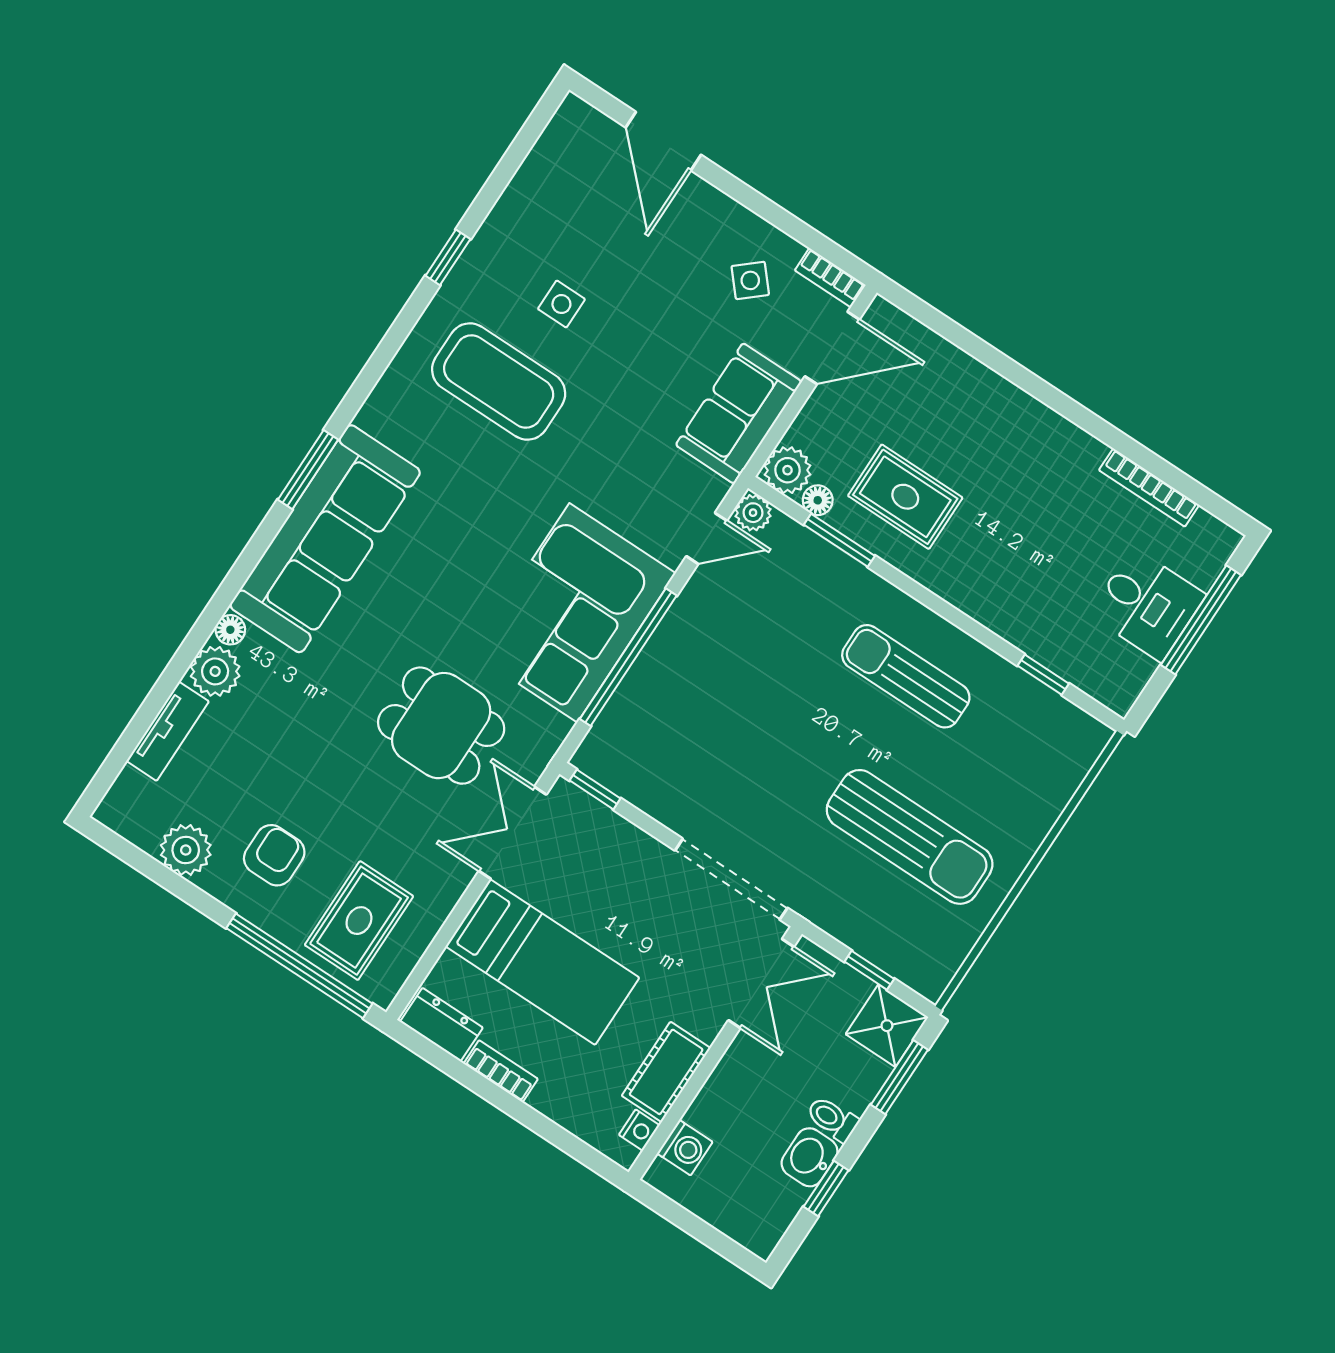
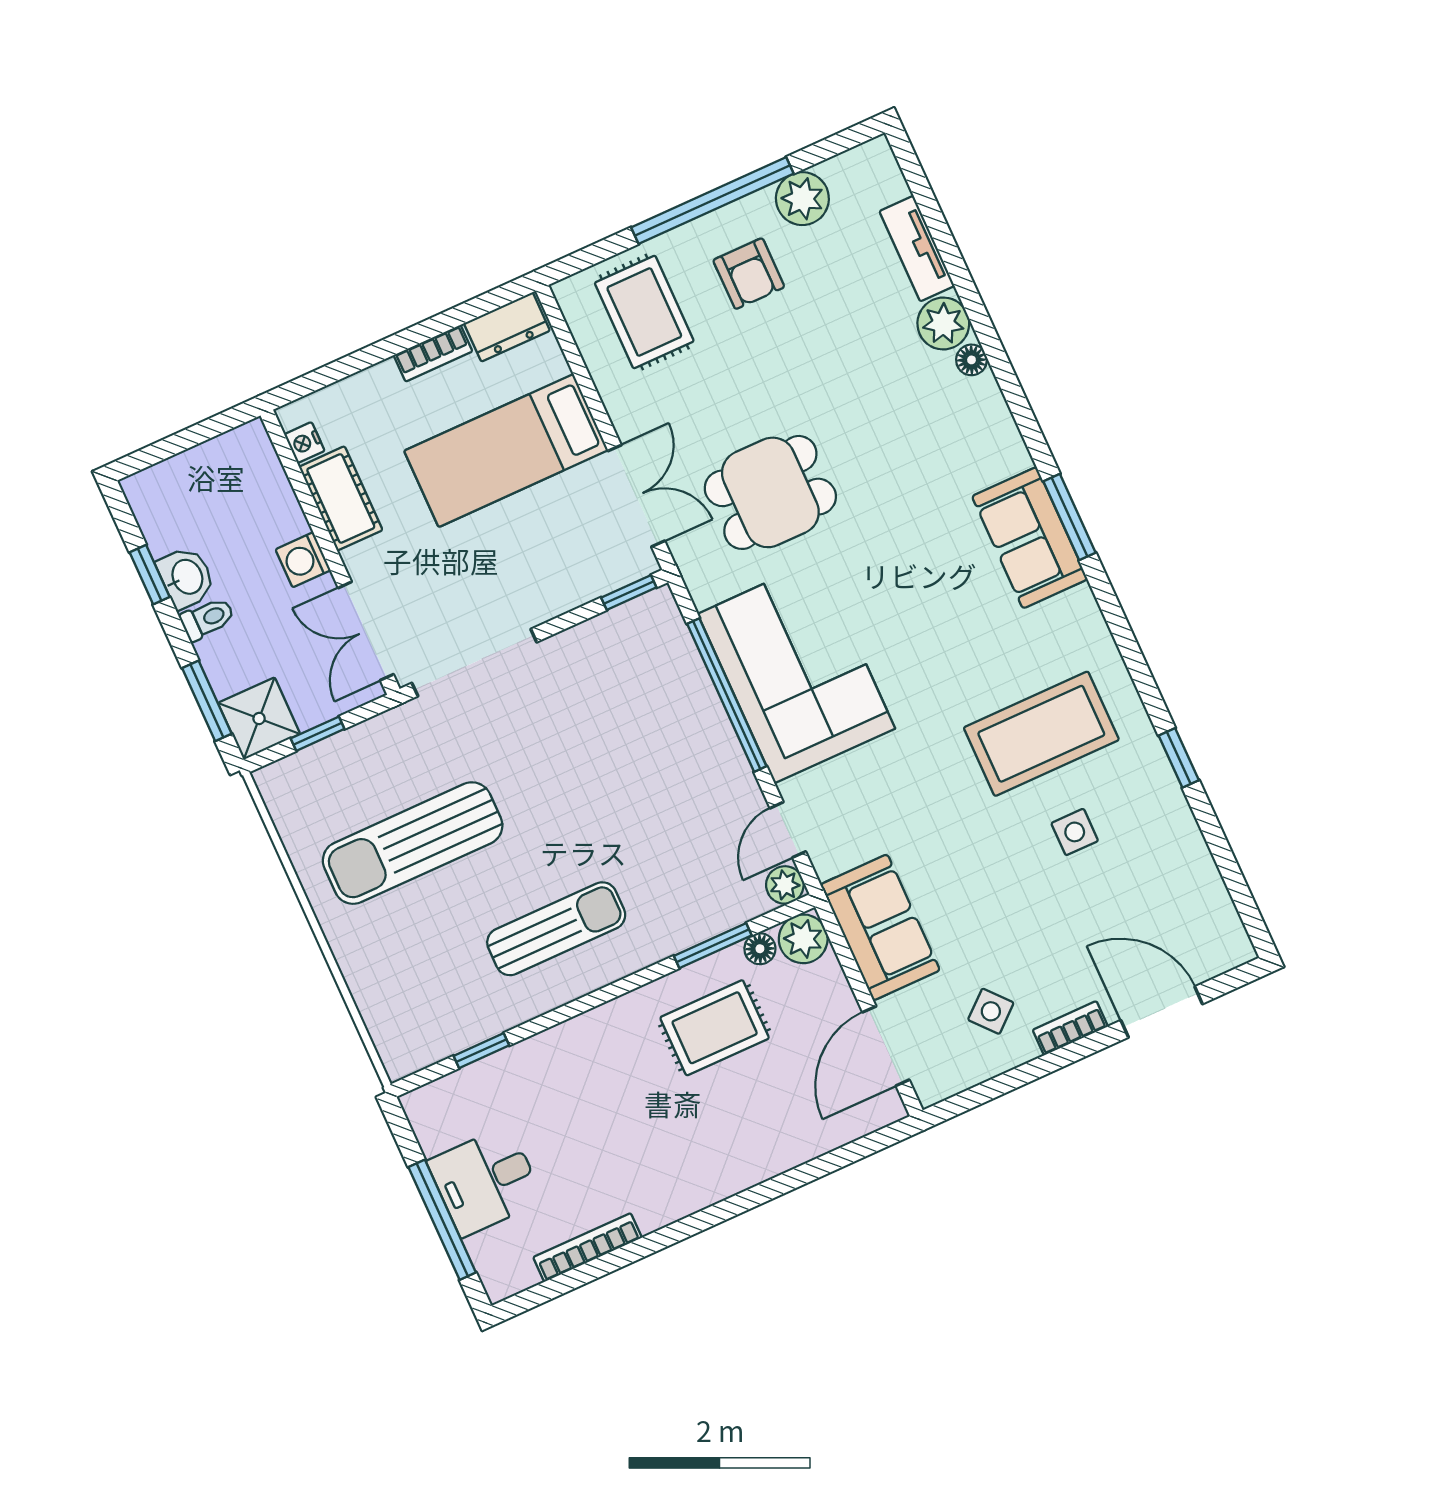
bookcase: (830, 278) -> (1070, 1028), moved
sofa: (325, 539) -> (1030, 538), width x0.54, depth x0.79
window: (299, 966) -> (712, 200), moved
washing machine: (685, 1148) -> (303, 560), moved

